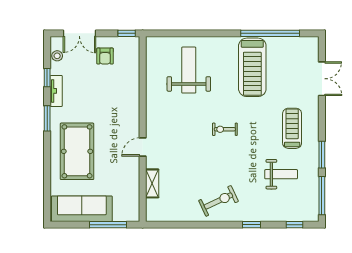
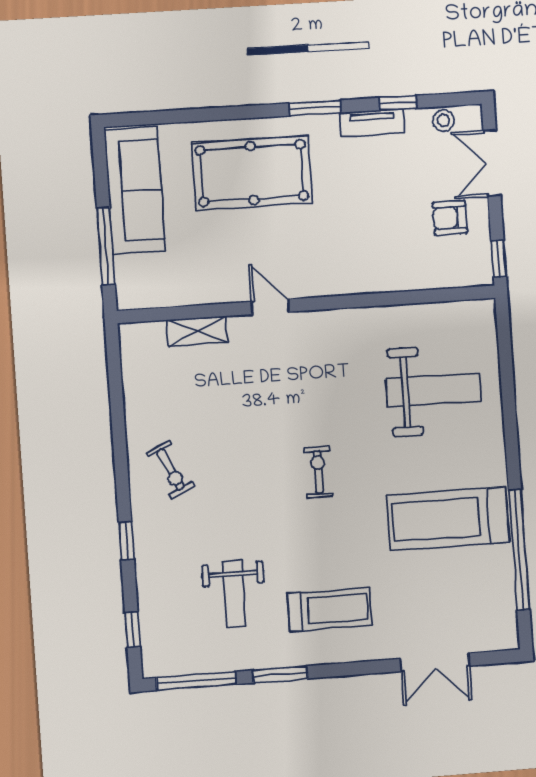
exercise bike: (218, 201) -> (170, 470), width x0.73, depth x0.72

